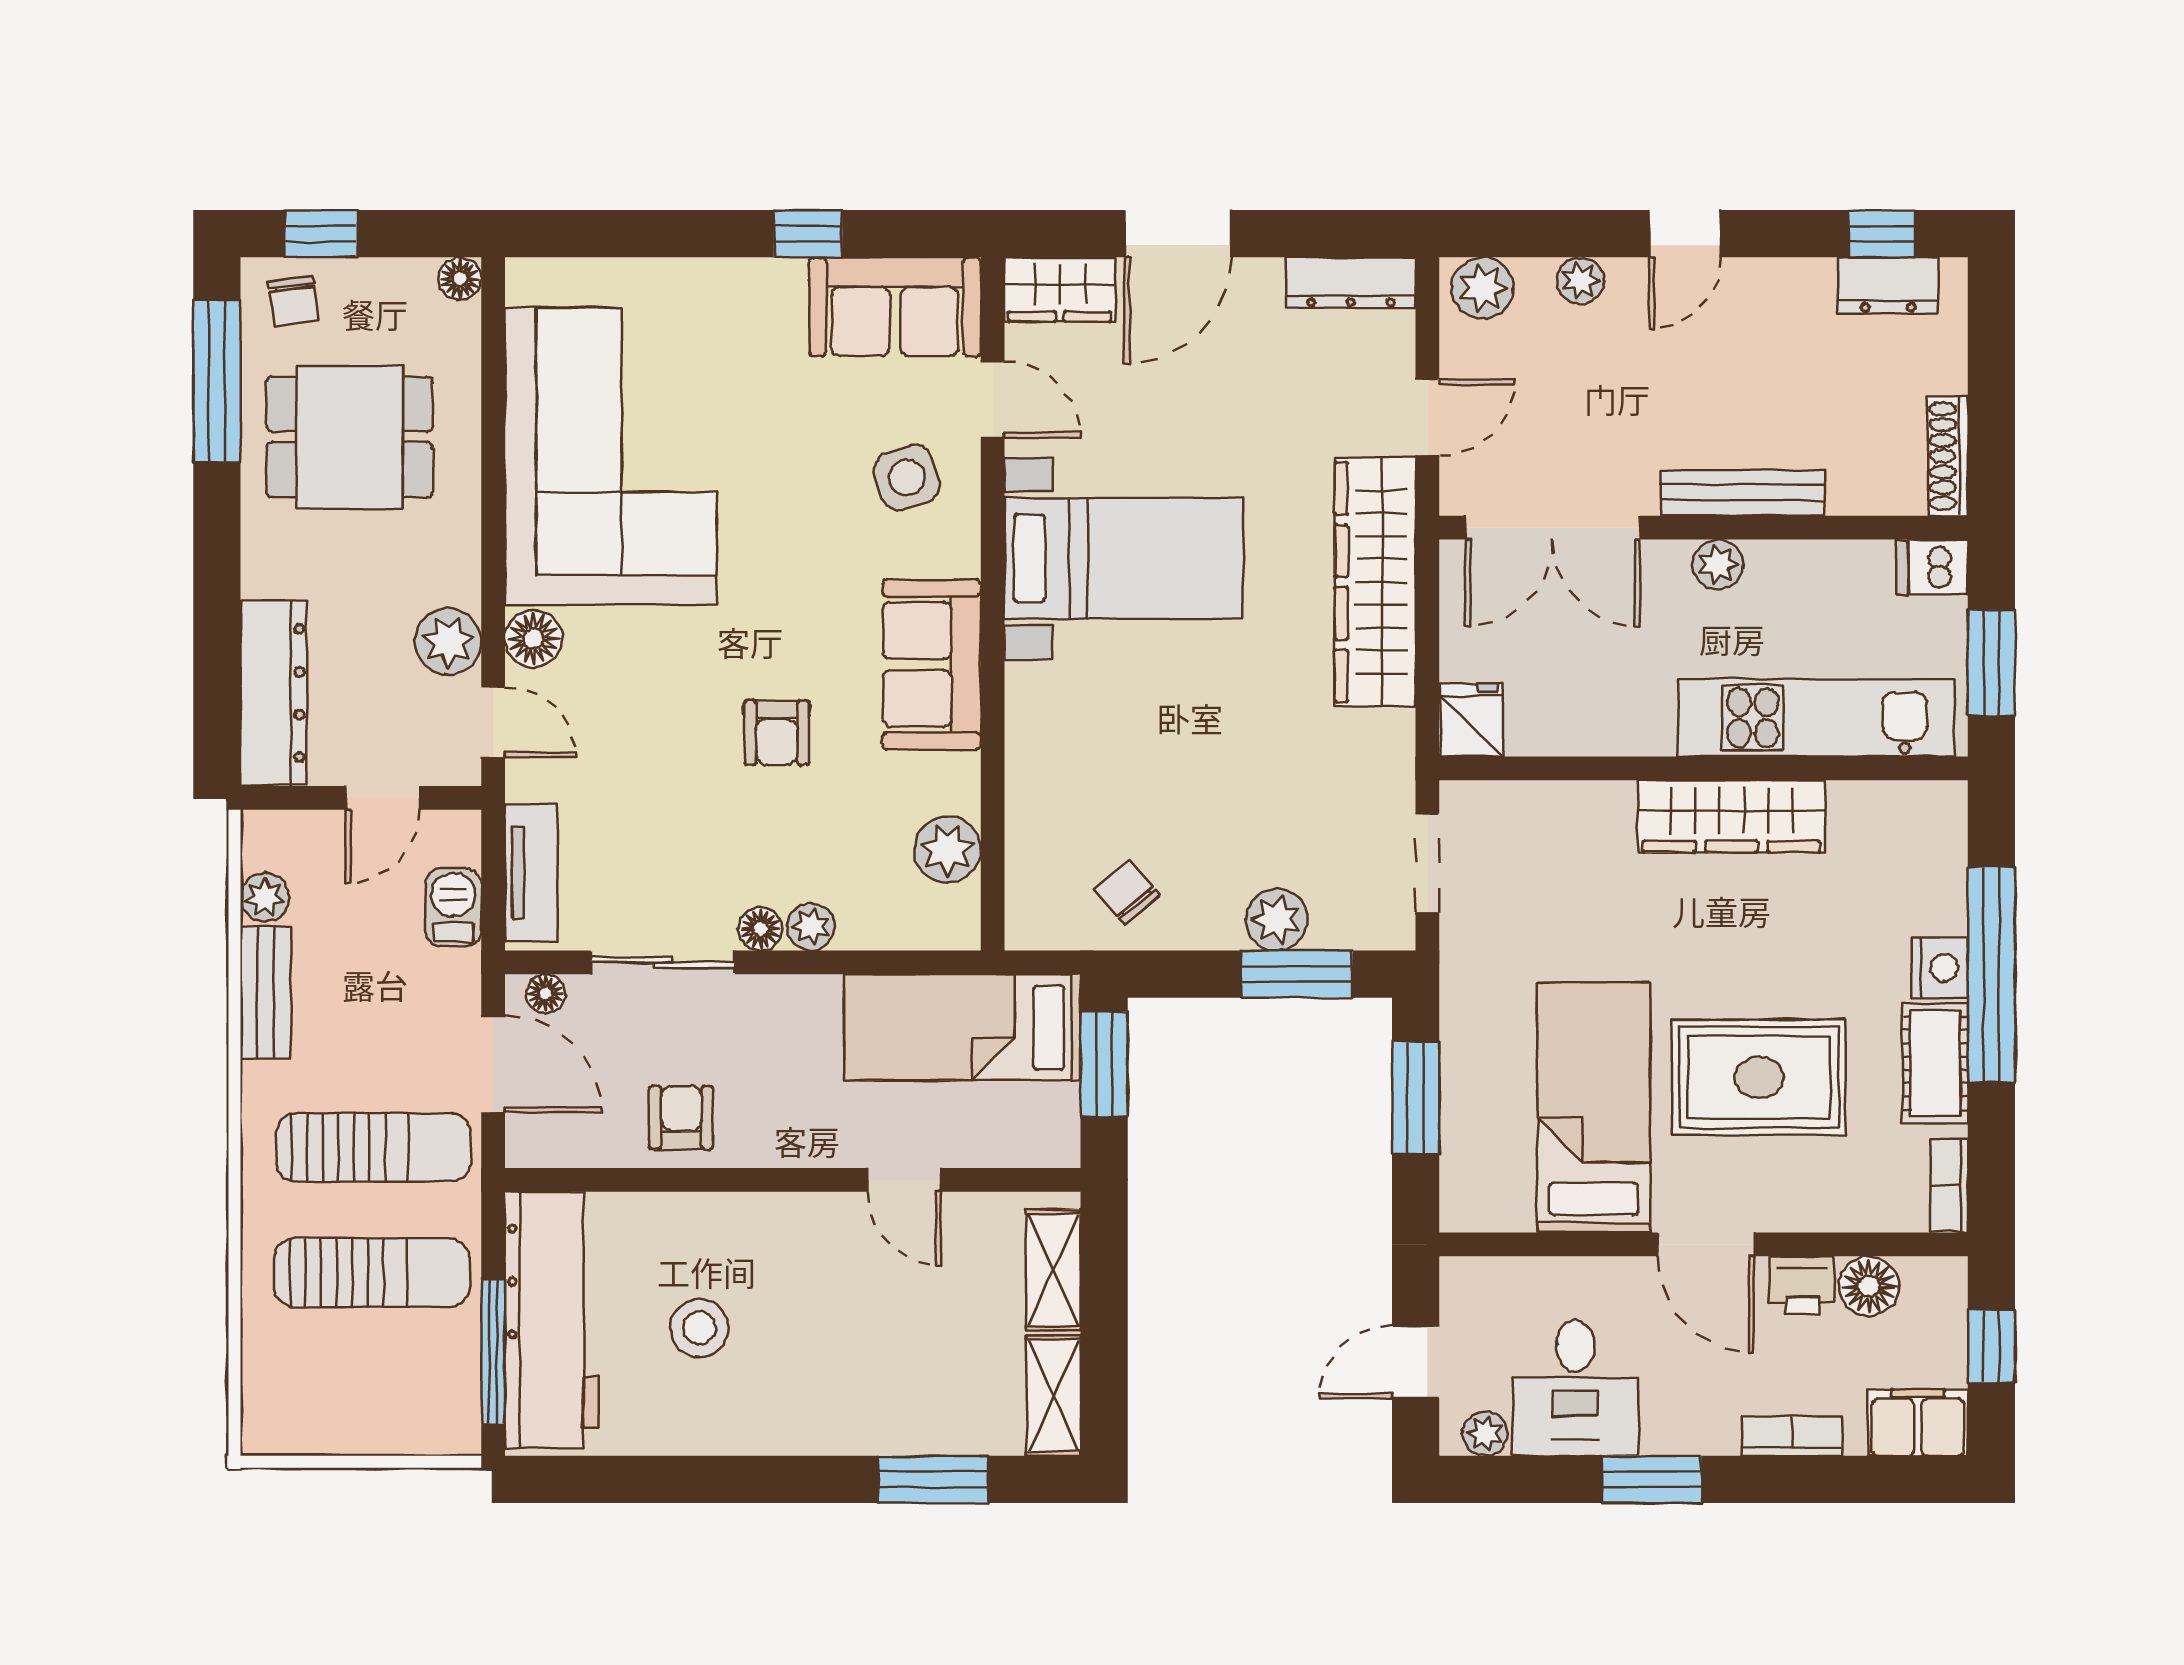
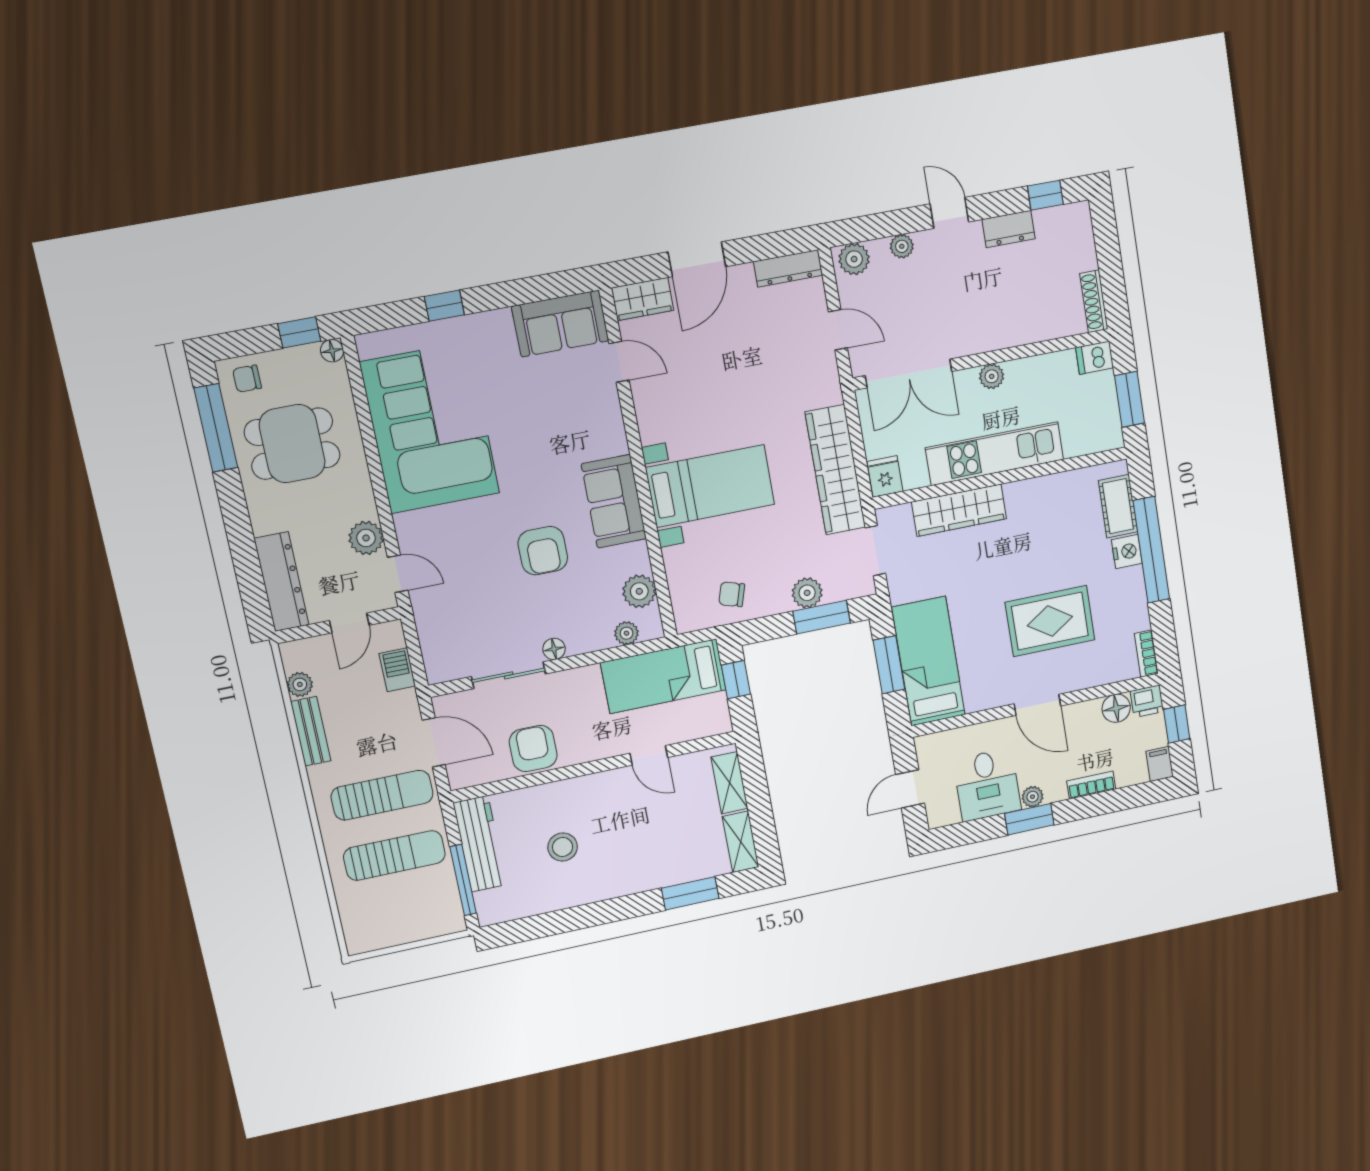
window: (321, 234) -> (299, 332), moved
window: (808, 234) -> (444, 306), moved
door: (1685, 234) -> (949, 213), swing flipped
dresser: (1888, 285) -> (1009, 229), moved
chair: (294, 301) -> (247, 379), turned 98
door: (1427, 417) -> (838, 330), hinge flipped
side table: (907, 477) -> (583, 410), removed
bench: (1742, 493) -> (998, 338), removed
bed with nightstands: (1124, 558) -> (710, 486), moved
wardrobe: (1375, 582) -> (835, 470), moved
floor lamp: (533, 638) -> (410, 528), removed
kitchen unit: (1816, 718) -> (995, 454), moved
armchair: (777, 733) -> (543, 551), width x1.38, depth x1.38
wardrobe: (1732, 816) -> (959, 510), moved
tv unit: (531, 873) -> (433, 645), removed
chair: (1127, 892) -> (732, 594), turned -33
plant: (811, 927) -> (627, 633), moved
floor lamp: (546, 994) -> (453, 703), removed
cot: (1935, 1063) -> (1118, 506), moved
window: (1104, 1064) -> (736, 680), width x0.67
bed: (1594, 1107) -> (928, 661), moved
armchair: (681, 1117) -> (533, 749), width x1.38, depth x1.38
printer: (1802, 1285) -> (1147, 701), moved
workbench: (552, 1320) -> (480, 844), width x0.73, depth x0.76
filing cabinet: (1918, 1423) -> (1160, 764), width x0.50
plant: (1485, 1433) -> (1033, 797), moved

